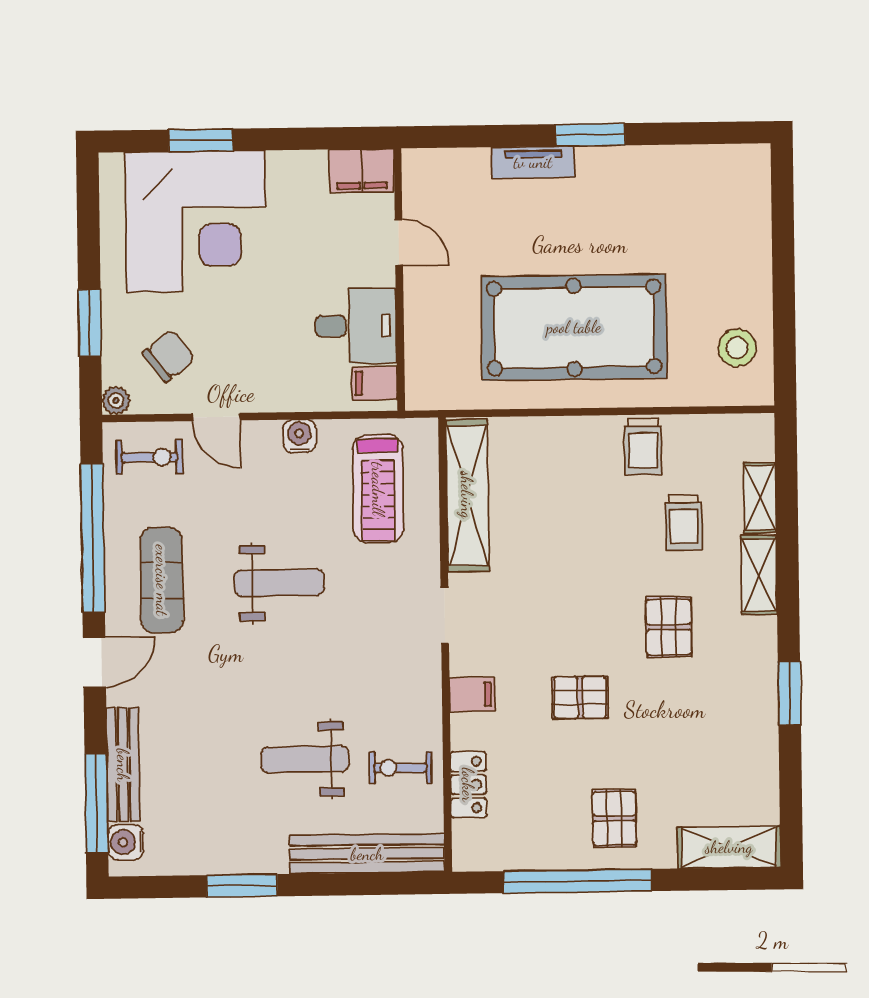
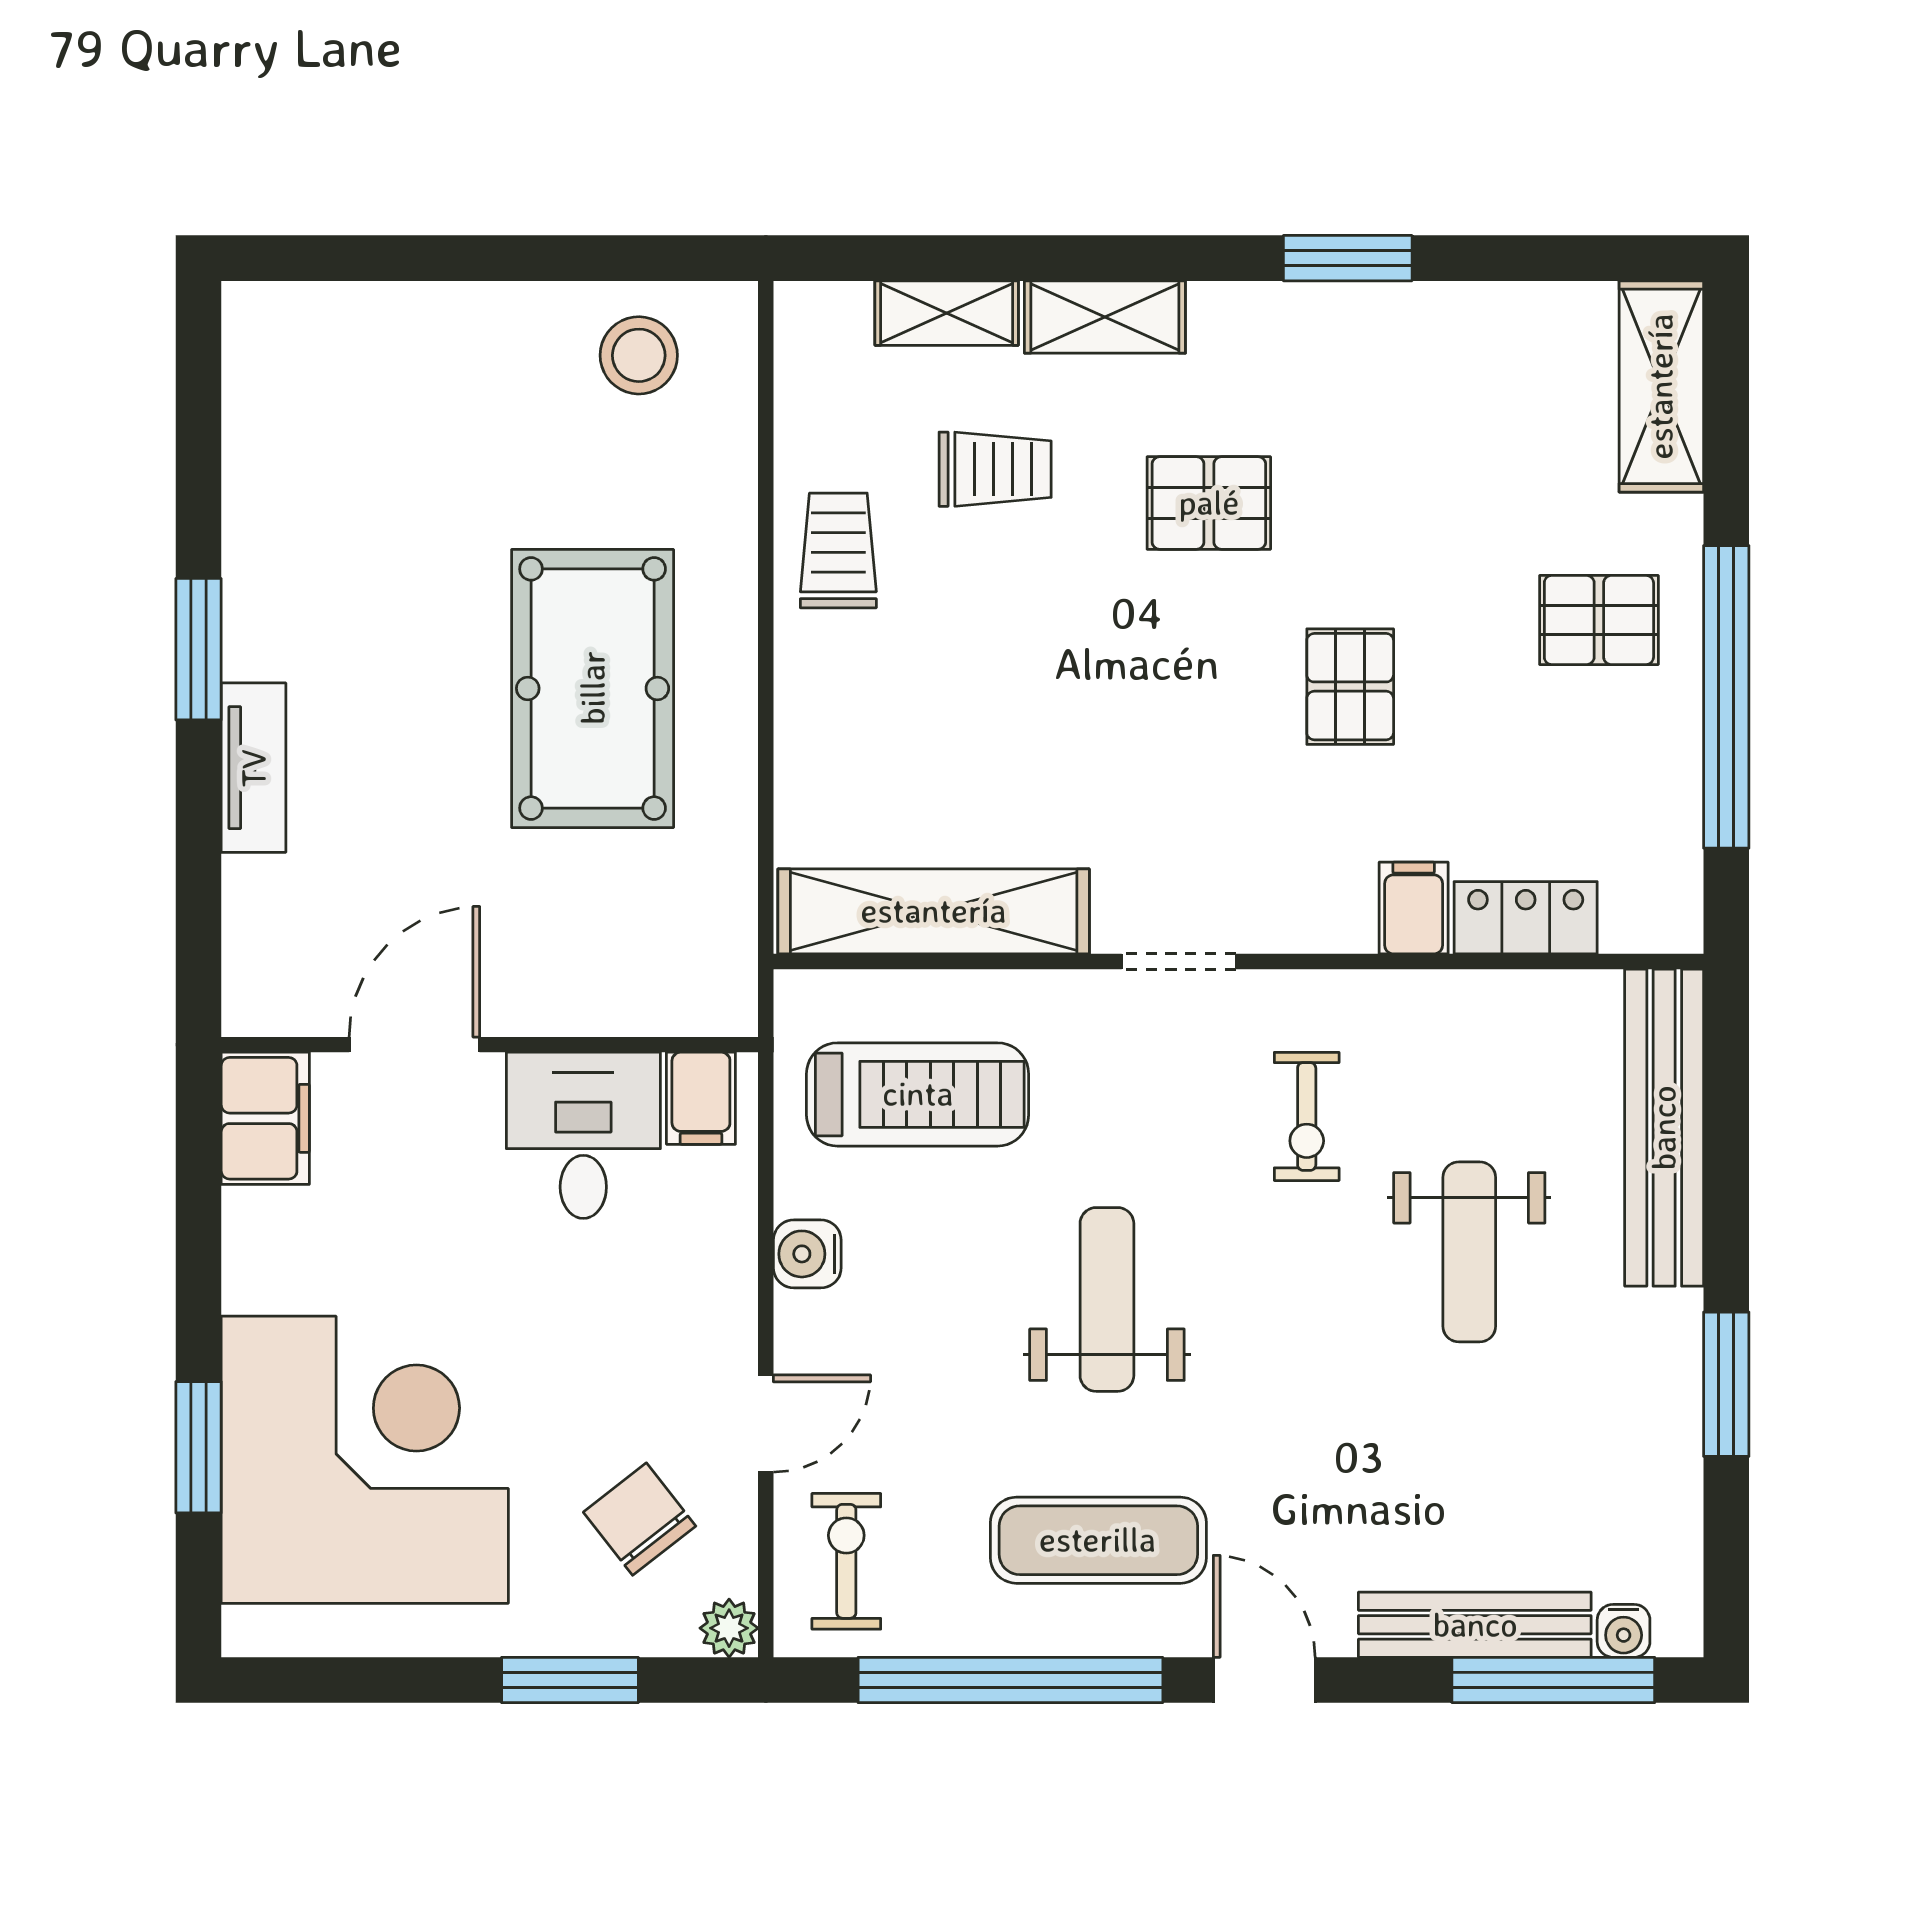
door: (399, 243) -> (414, 1045), width x1.38
pool table: (574, 327) -> (593, 688), width x0.73, depth x0.76
trolley: (643, 446) -> (838, 550), turned -90
filing cabinet: (472, 694) -> (1414, 908), moved
exercise bike: (400, 768) -> (1307, 1116), moved
water cooler: (126, 842) -> (1624, 1631), width x0.72, depth x0.72

